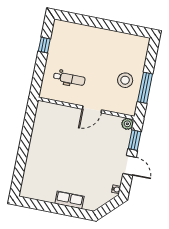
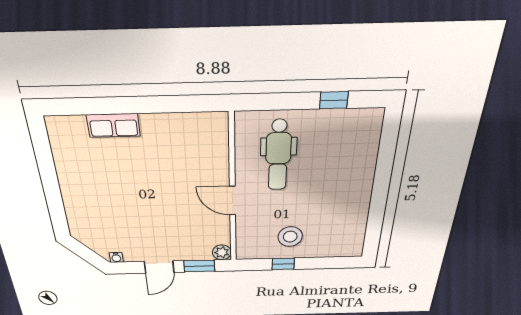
dental chair: (69, 79) -> (278, 155), width x1.36, depth x1.38
window: (145, 88) -> (283, 264), width x0.46
row of seats: (69, 200) -> (113, 125), moved, turned 90

